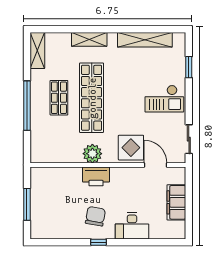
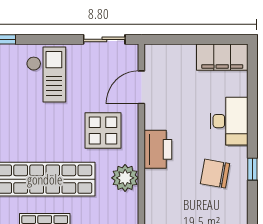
display table: (131, 148) -> (103, 131), moved
printer: (96, 176) -> (158, 149), moved
filing cabinet: (176, 202) -> (222, 57), moved

